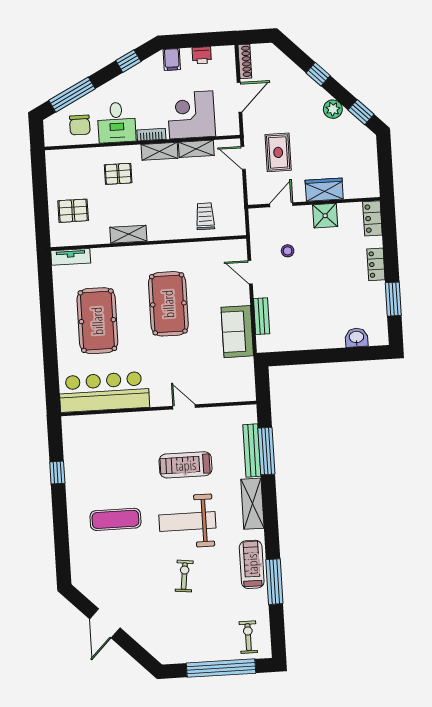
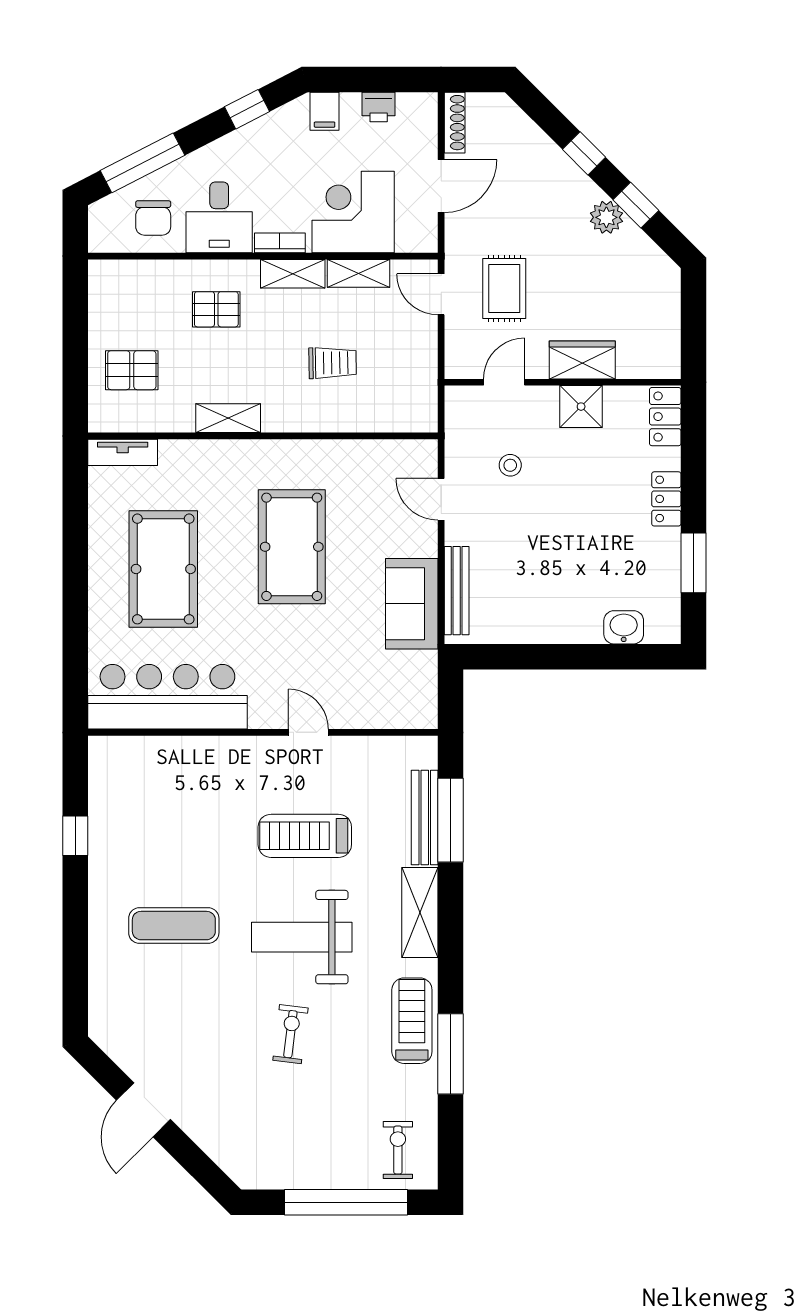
window: (361, 112) -> (636, 205), moved
trolley: (205, 216) -> (333, 363), moved, turned 89
bench: (262, 316) -> (457, 591), width x1.36

